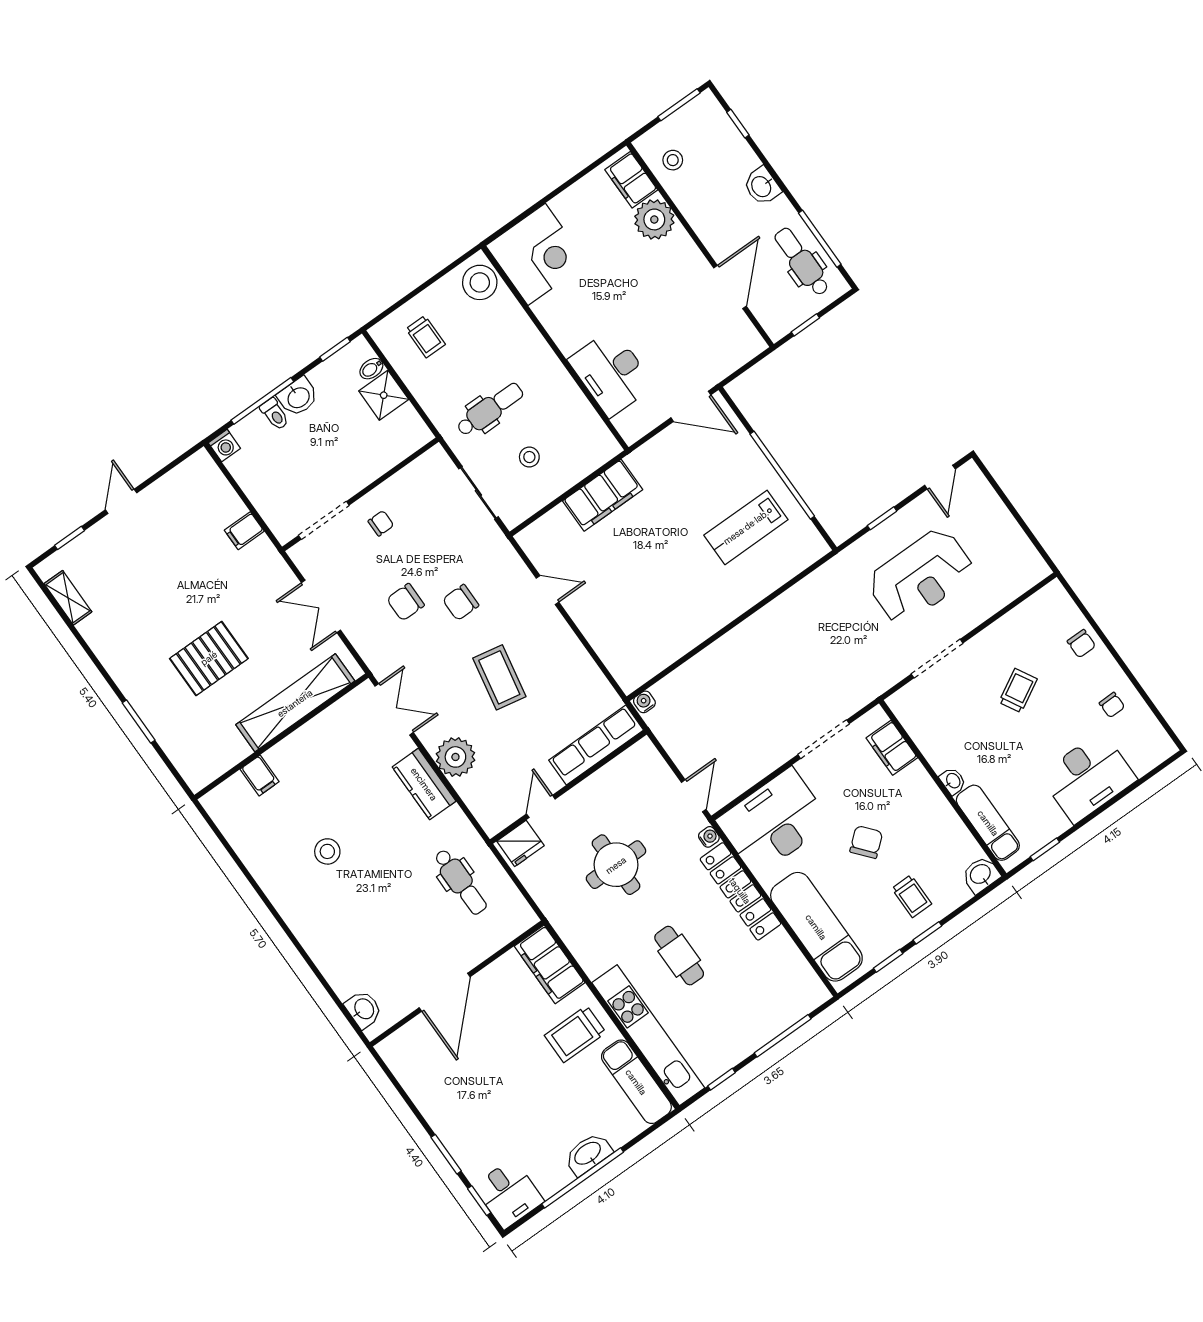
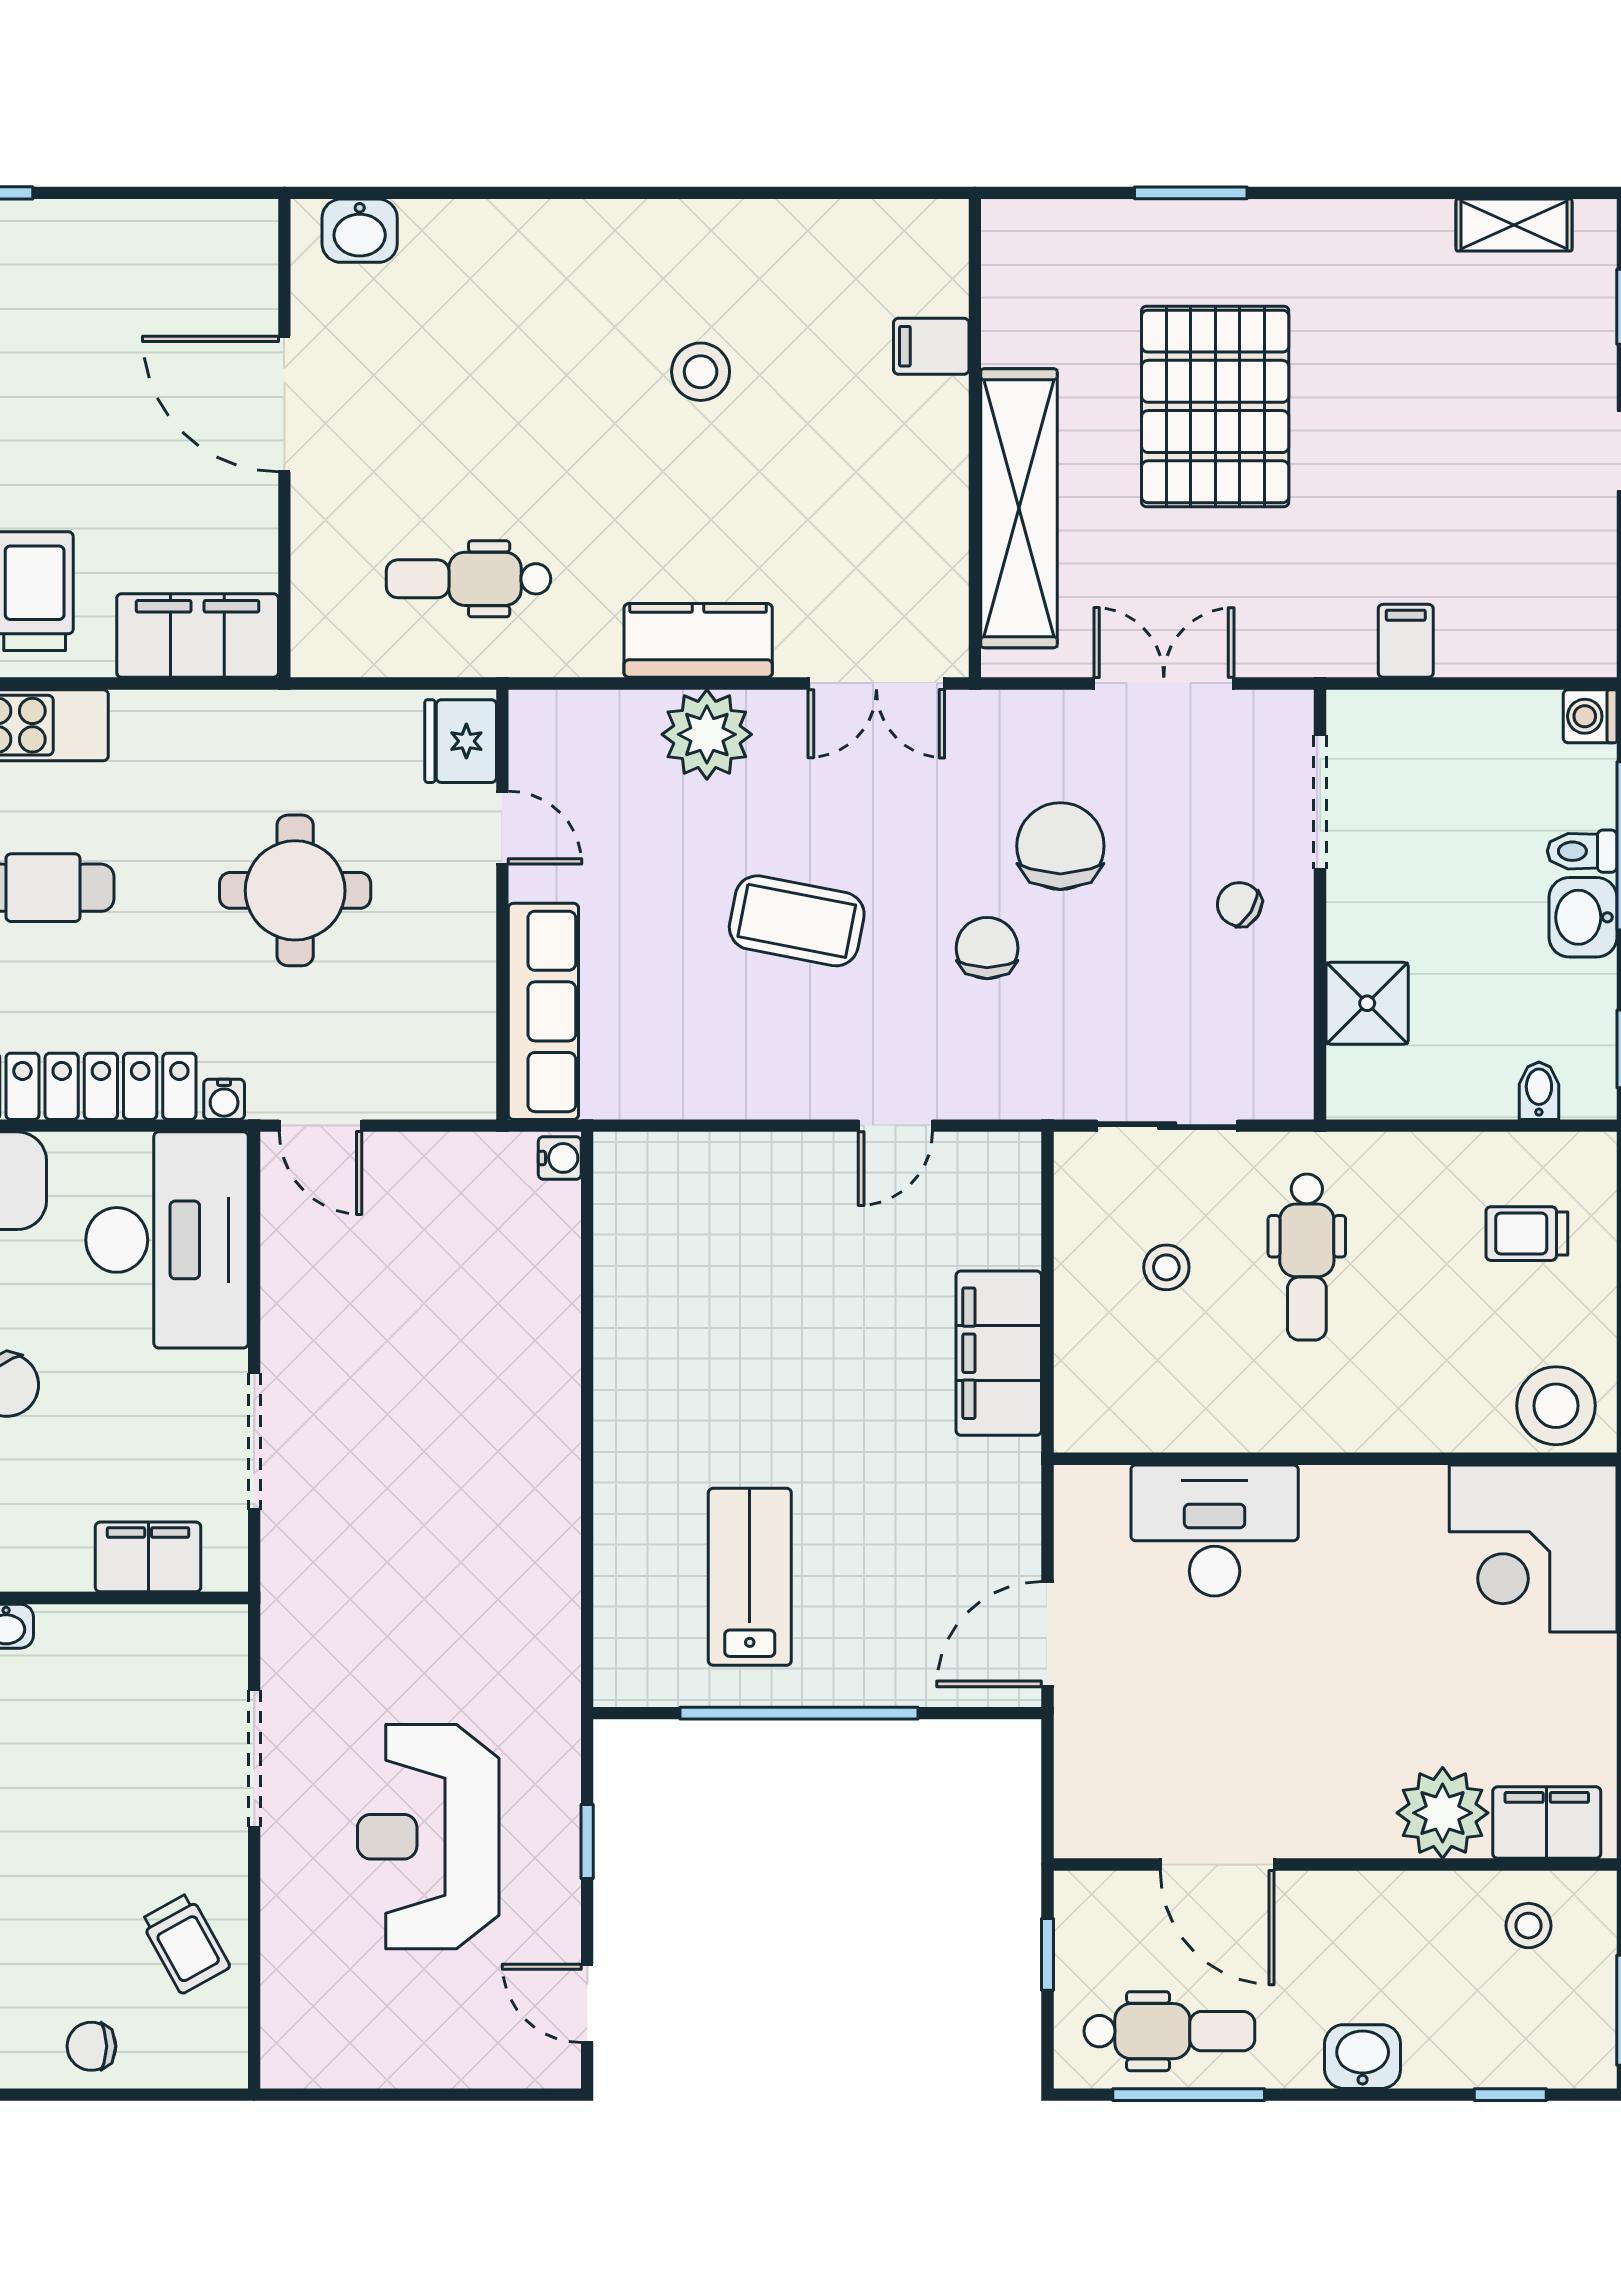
shower: (384, 395) -> (1367, 1003), moved
chair: (381, 523) -> (1239, 904), turned 121
chair: (406, 602) -> (1060, 846), width x1.37, depth x1.37
pallet: (209, 658) -> (1215, 406), width x1.37, depth x1.41
trolley: (1018, 691) -> (185, 1943), moved

